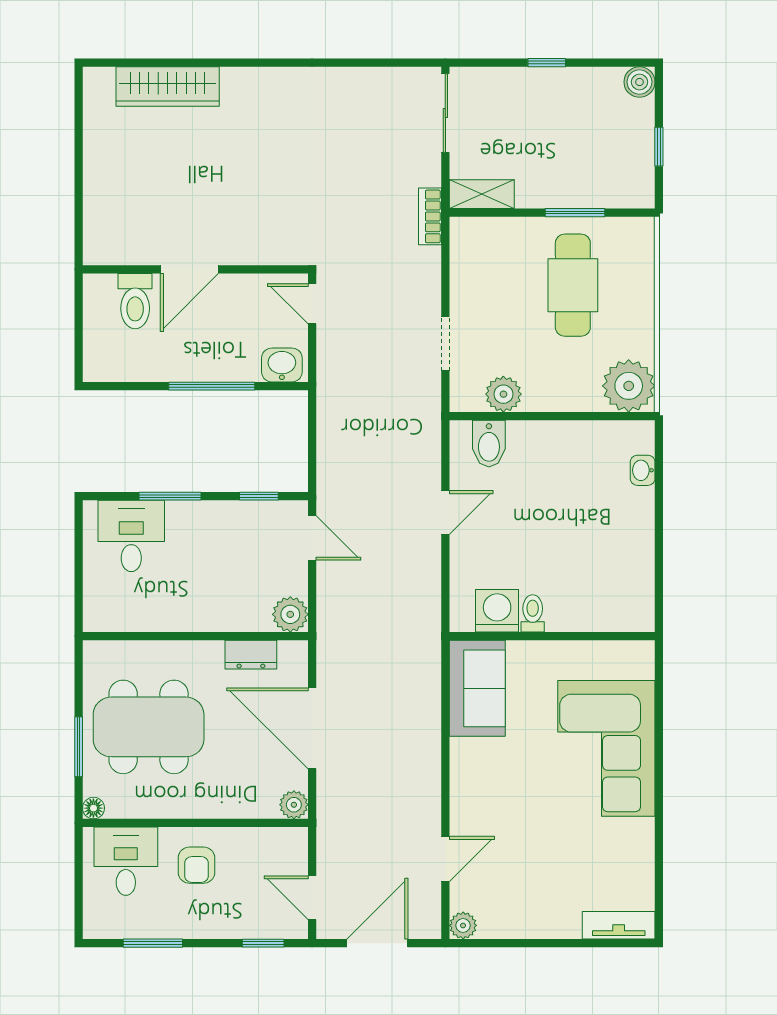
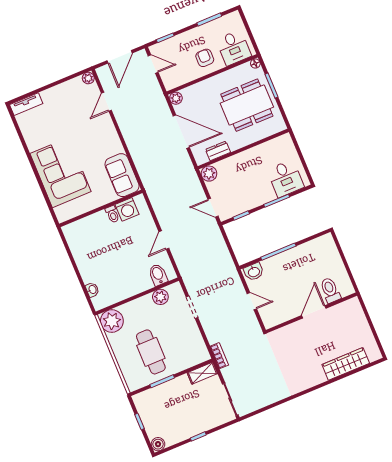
door: (189, 269) -> (314, 312), moved
wall: (195, 269) -> (311, 313), moved
toilet: (135, 301) -> (330, 290), moved

